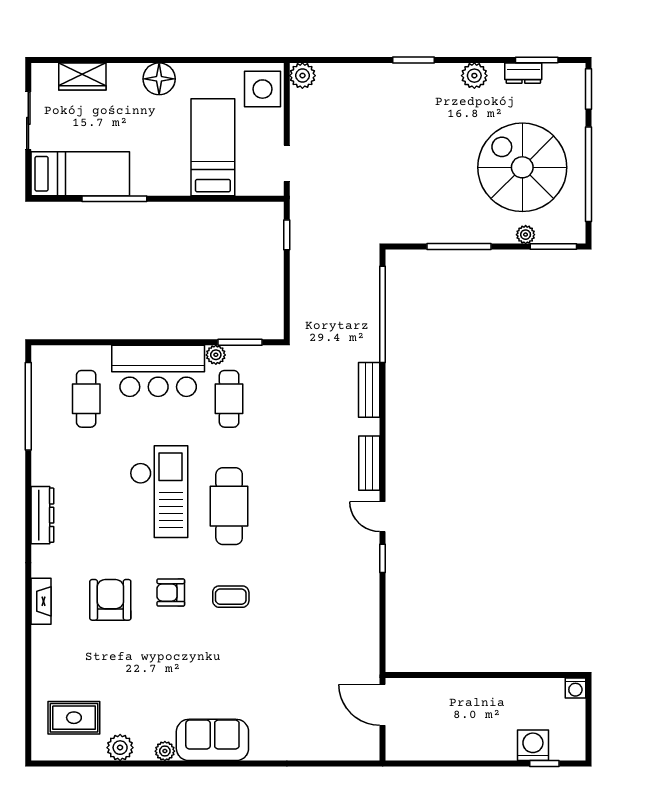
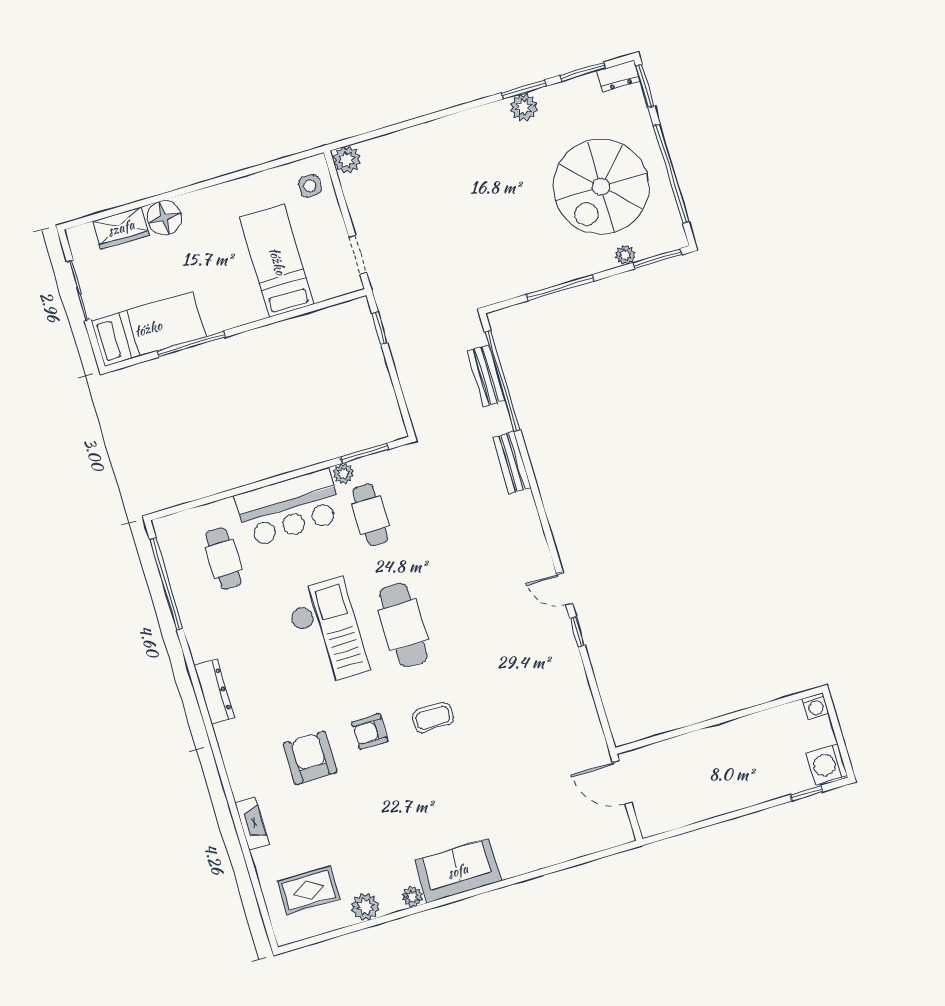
window: (414, 60) -> (524, 89), moved
dresser: (523, 73) -> (618, 76), moved
floor lamp: (159, 79) -> (164, 218), moved
side table: (262, 89) -> (310, 186), width x0.54, depth x0.54
spiral stairs: (522, 167) -> (601, 187), turned -90
bench: (369, 463) -> (486, 376), moved
fireplace: (41, 601) -> (252, 823), moved
washing machine: (533, 745) -> (827, 764), moved, turned -90

